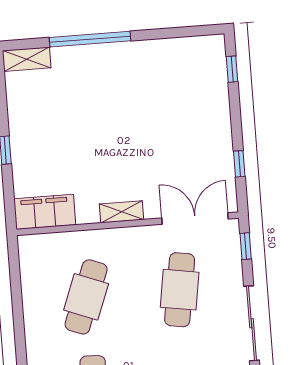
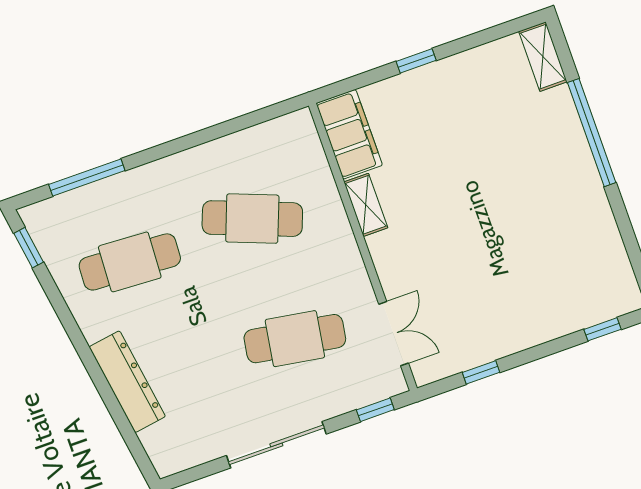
shelving: (121, 212) -> (366, 205), moved
double door: (195, 219) -> (394, 334), width x0.73

